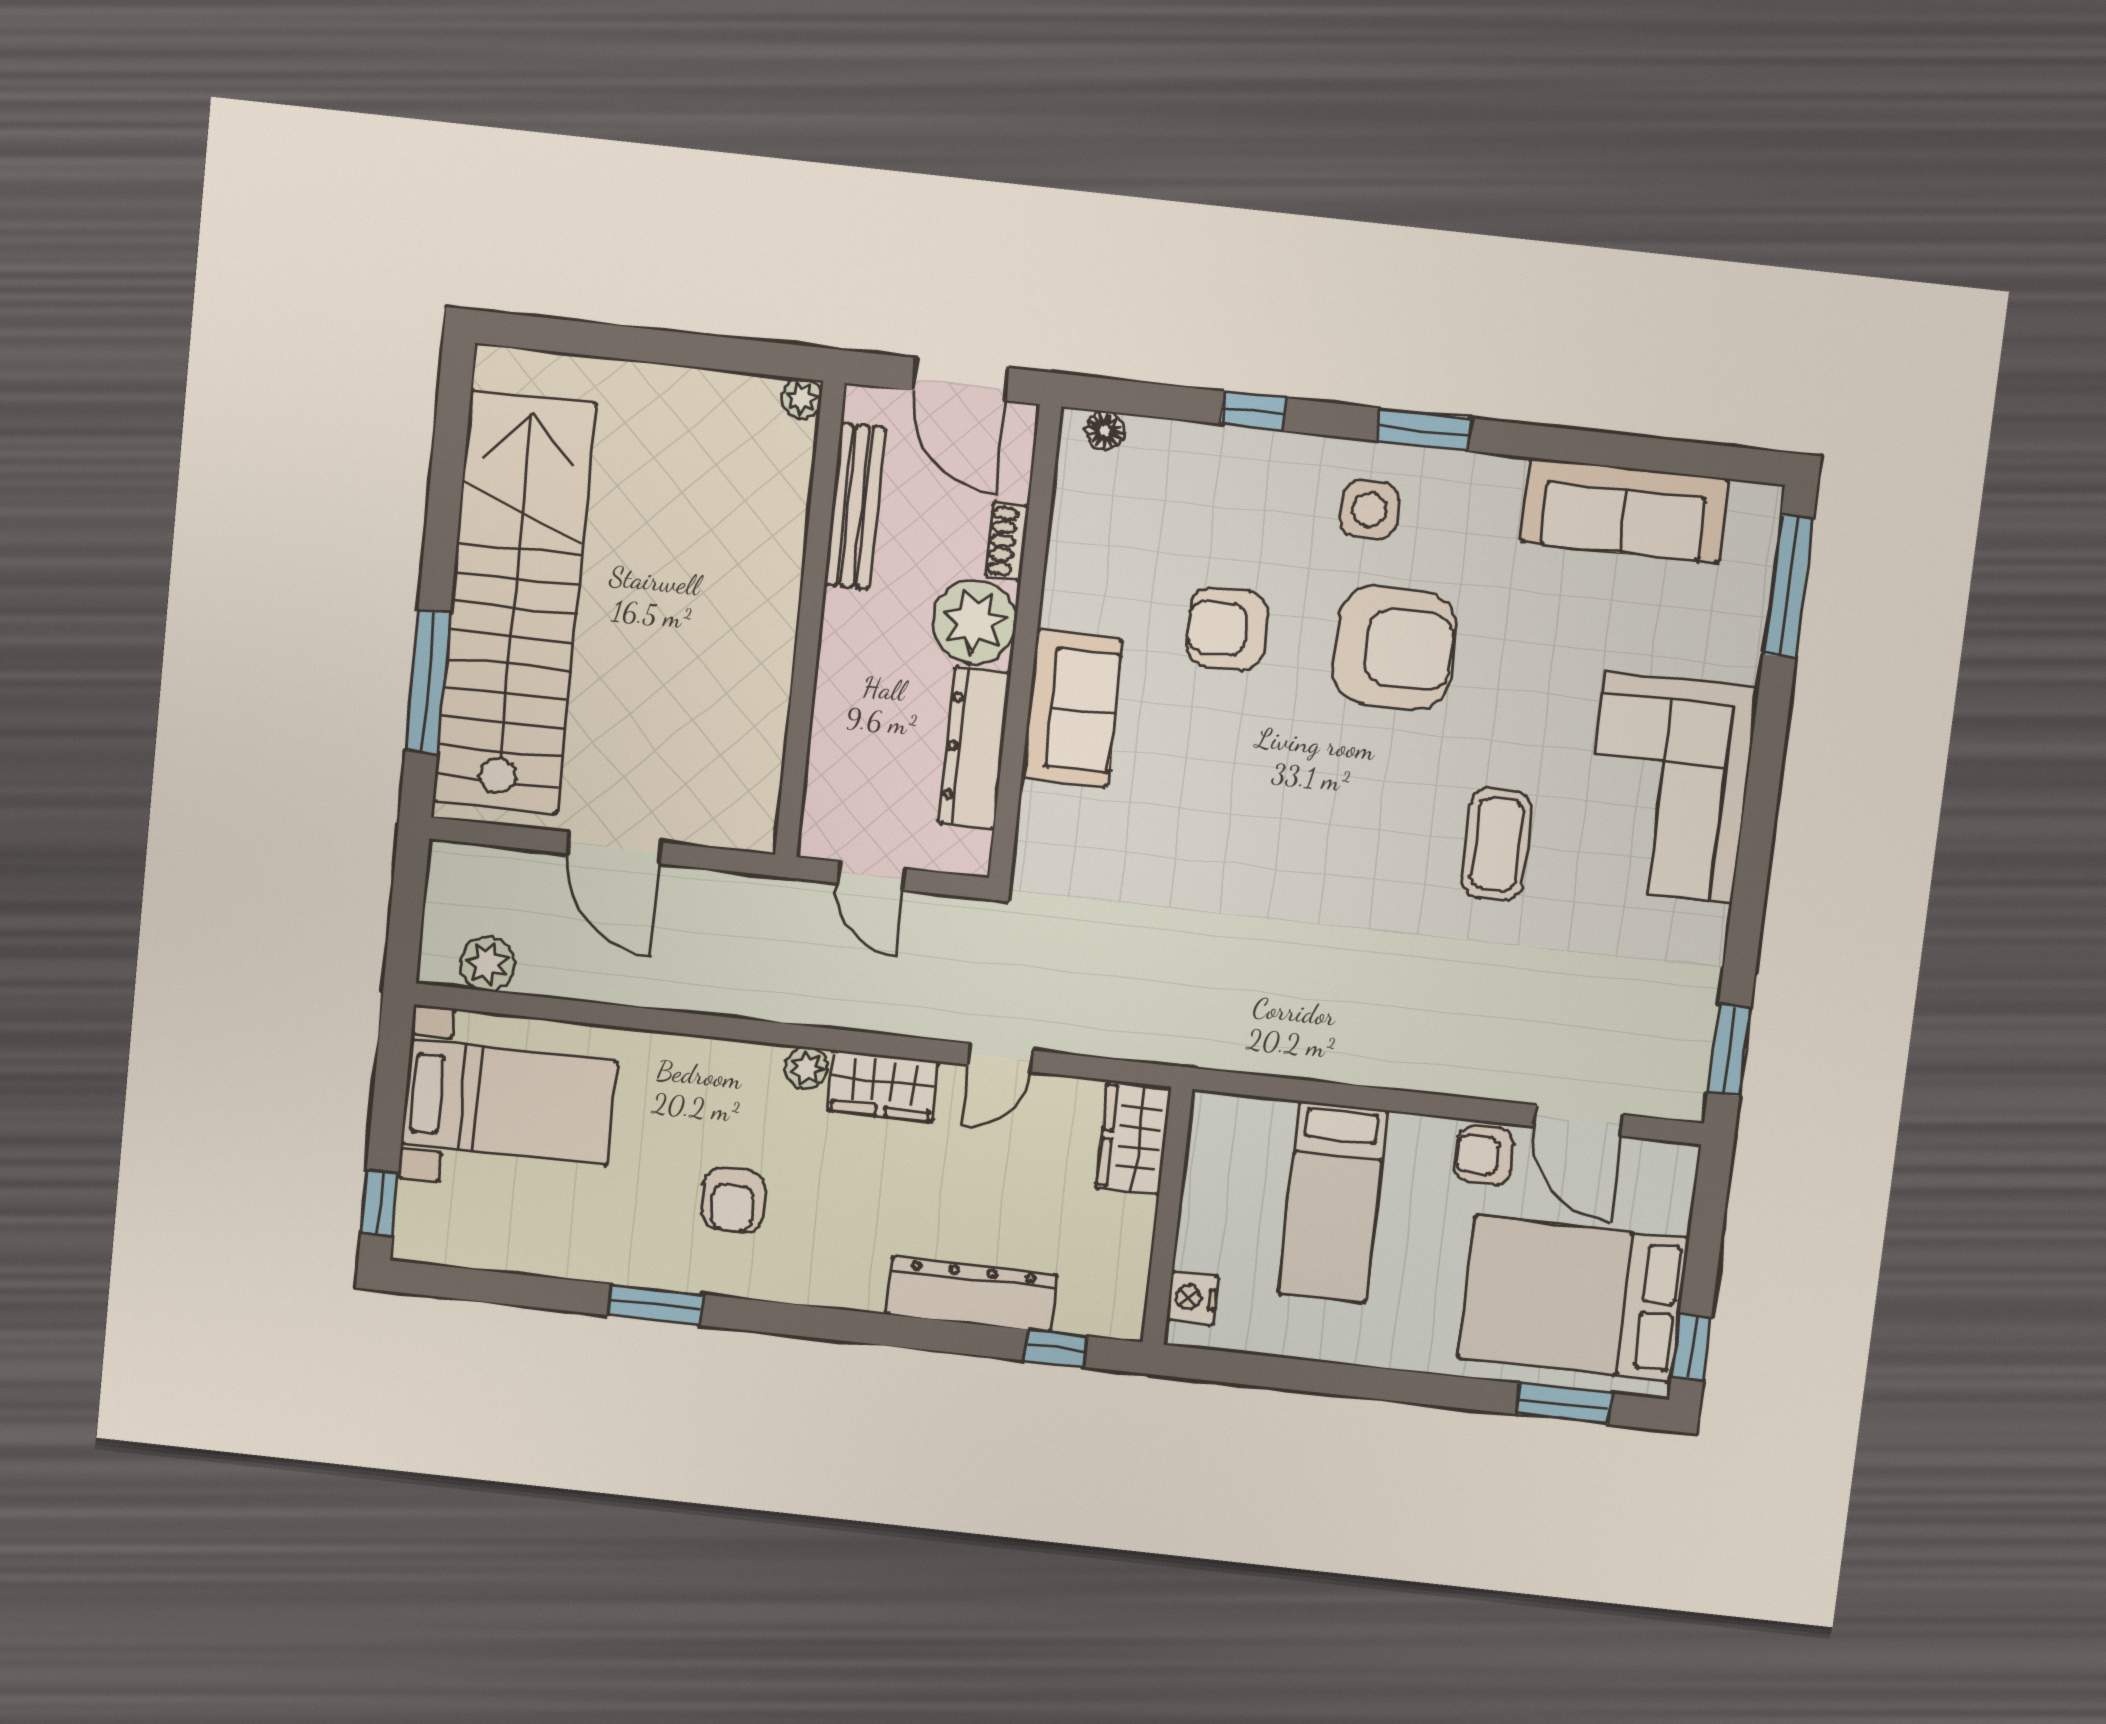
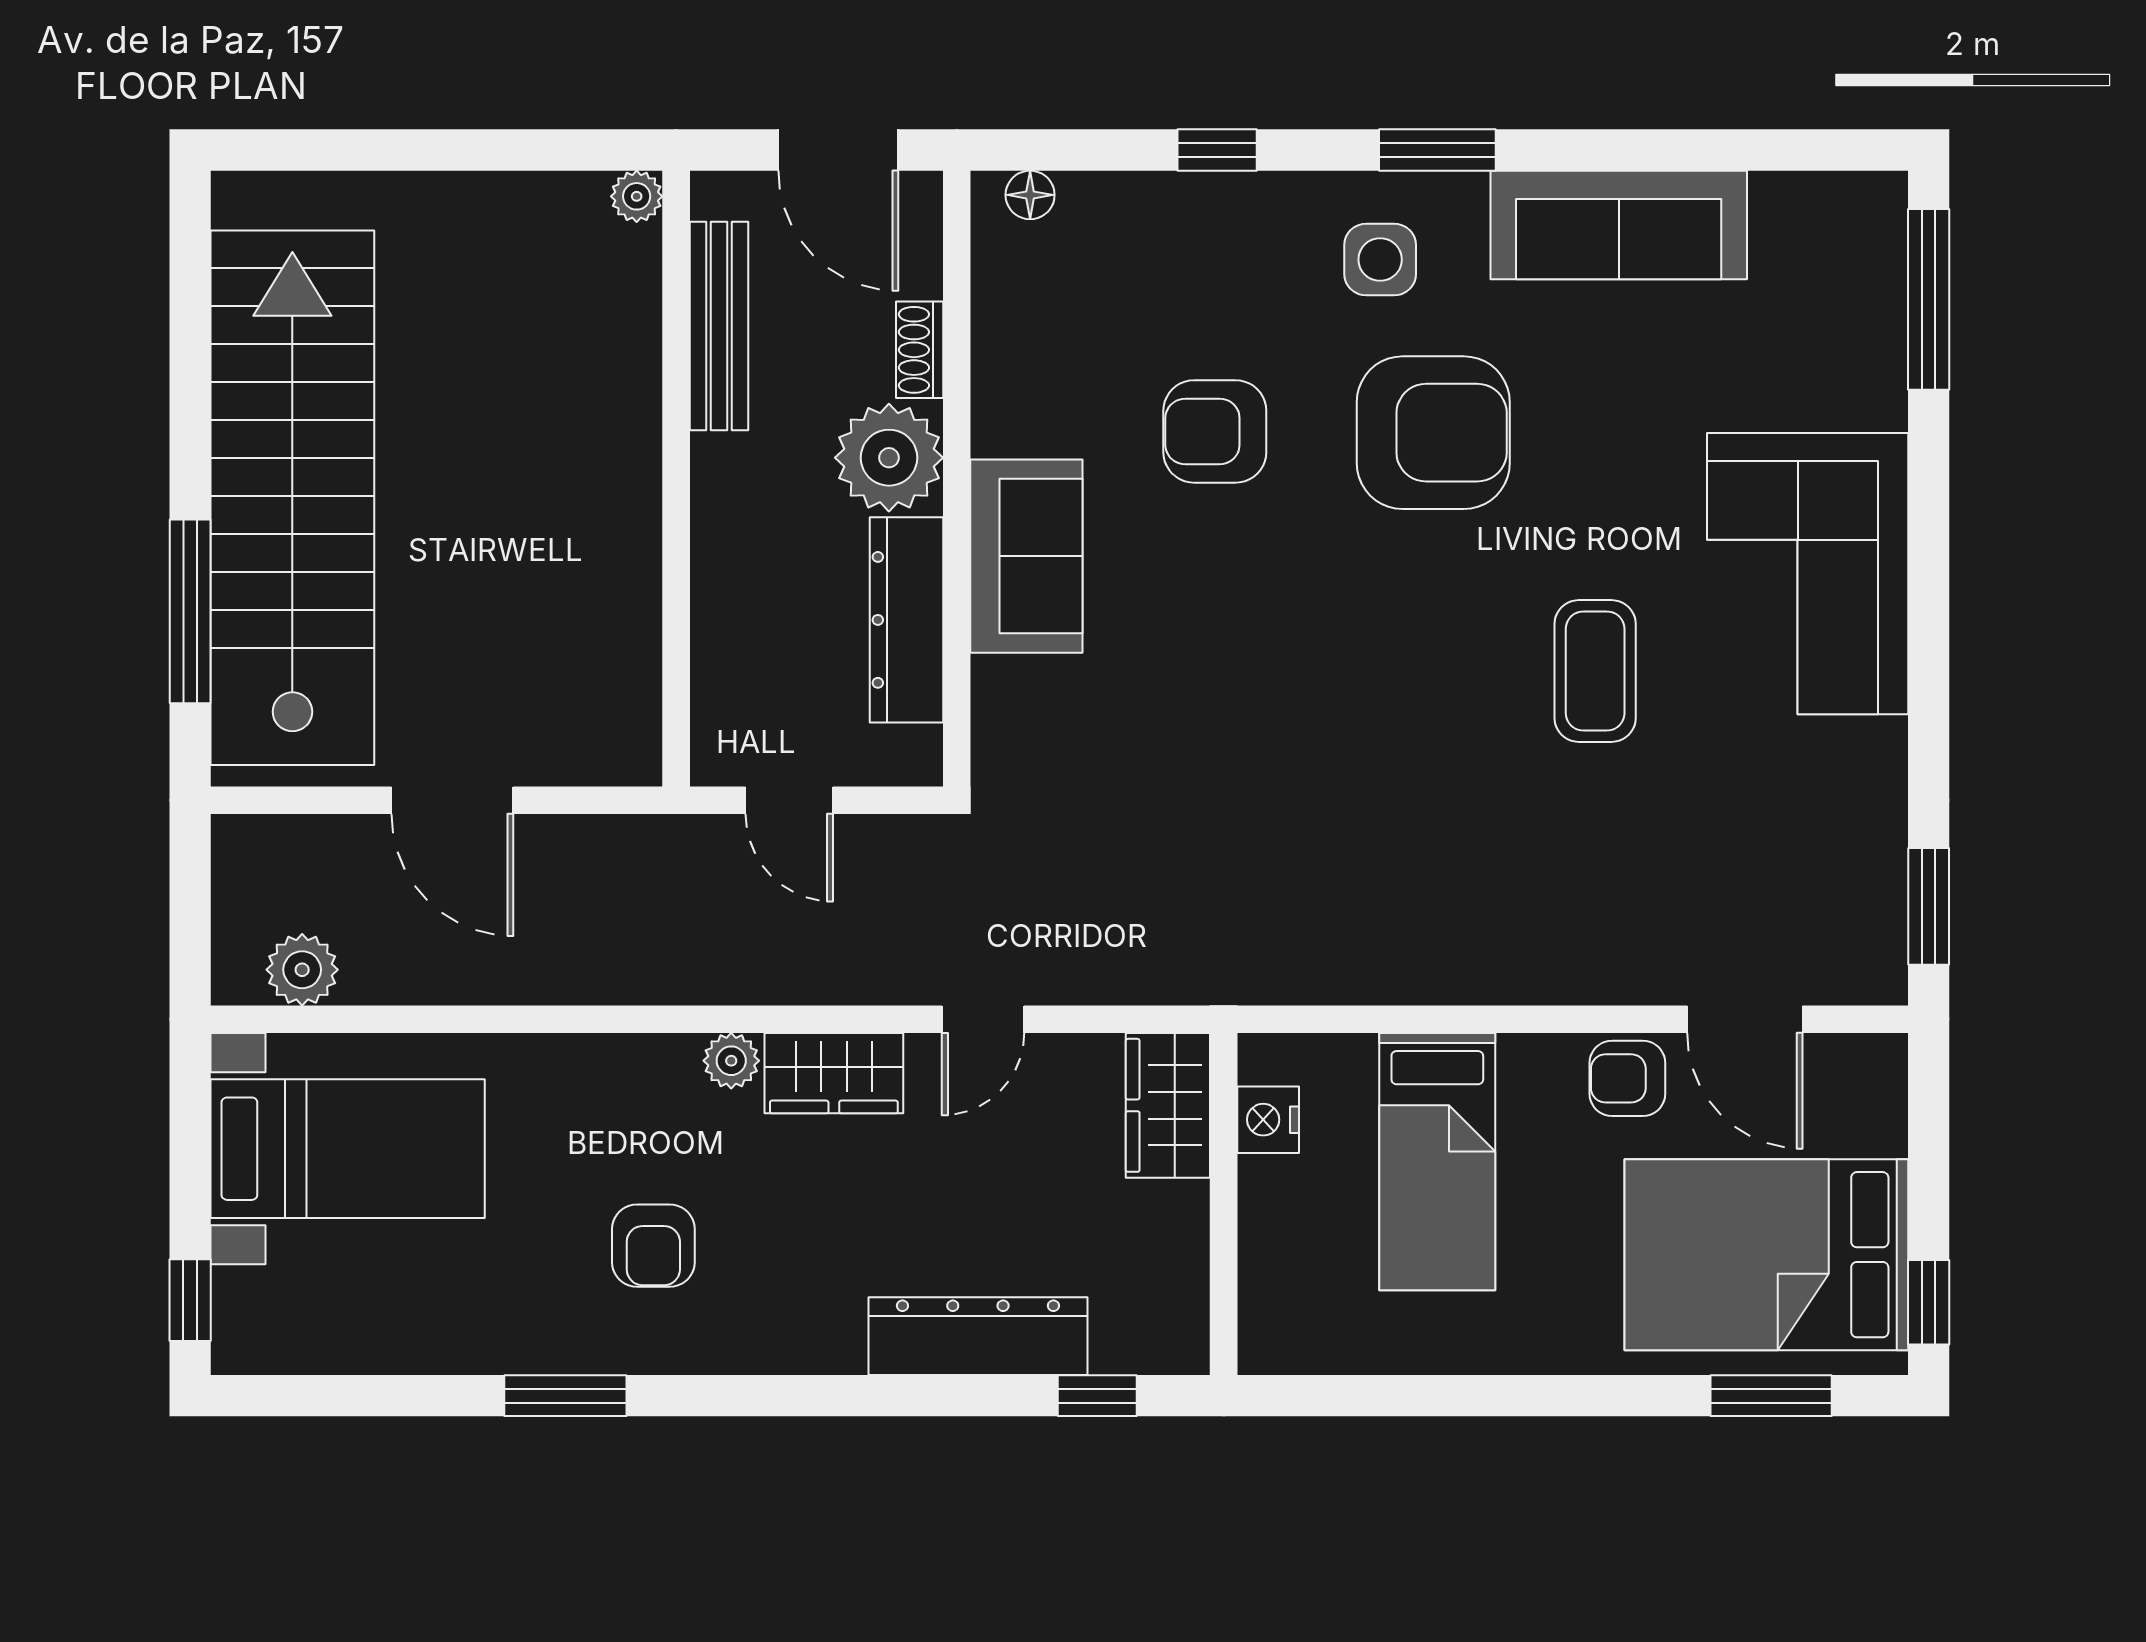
sofa: (1624, 510) -> (1619, 225), moved
nightstand: (1192, 1298) -> (1268, 1120), moved

